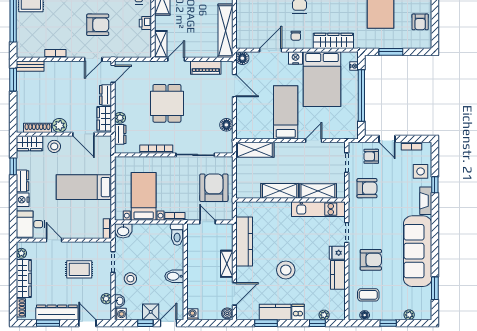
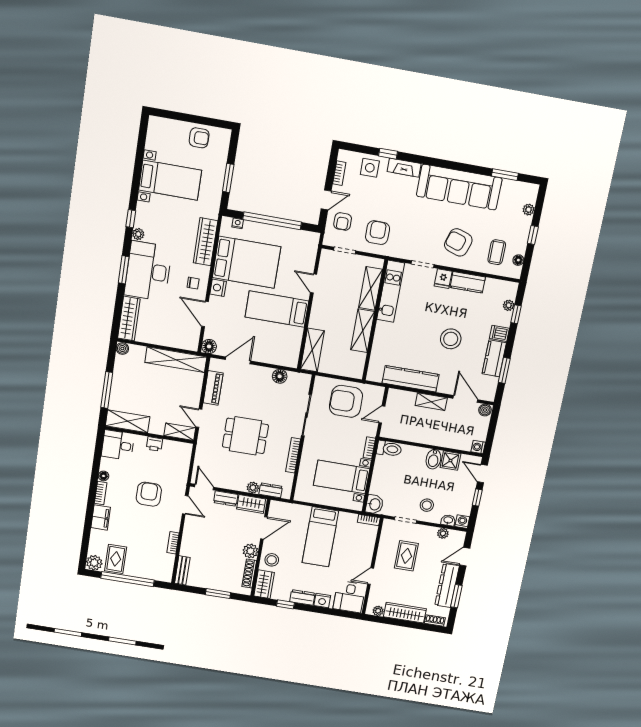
window: (13, 80) -> (218, 594), moved
armchair: (371, 260) -> (458, 242), turned -72
shower: (151, 312) -> (450, 461), moved

